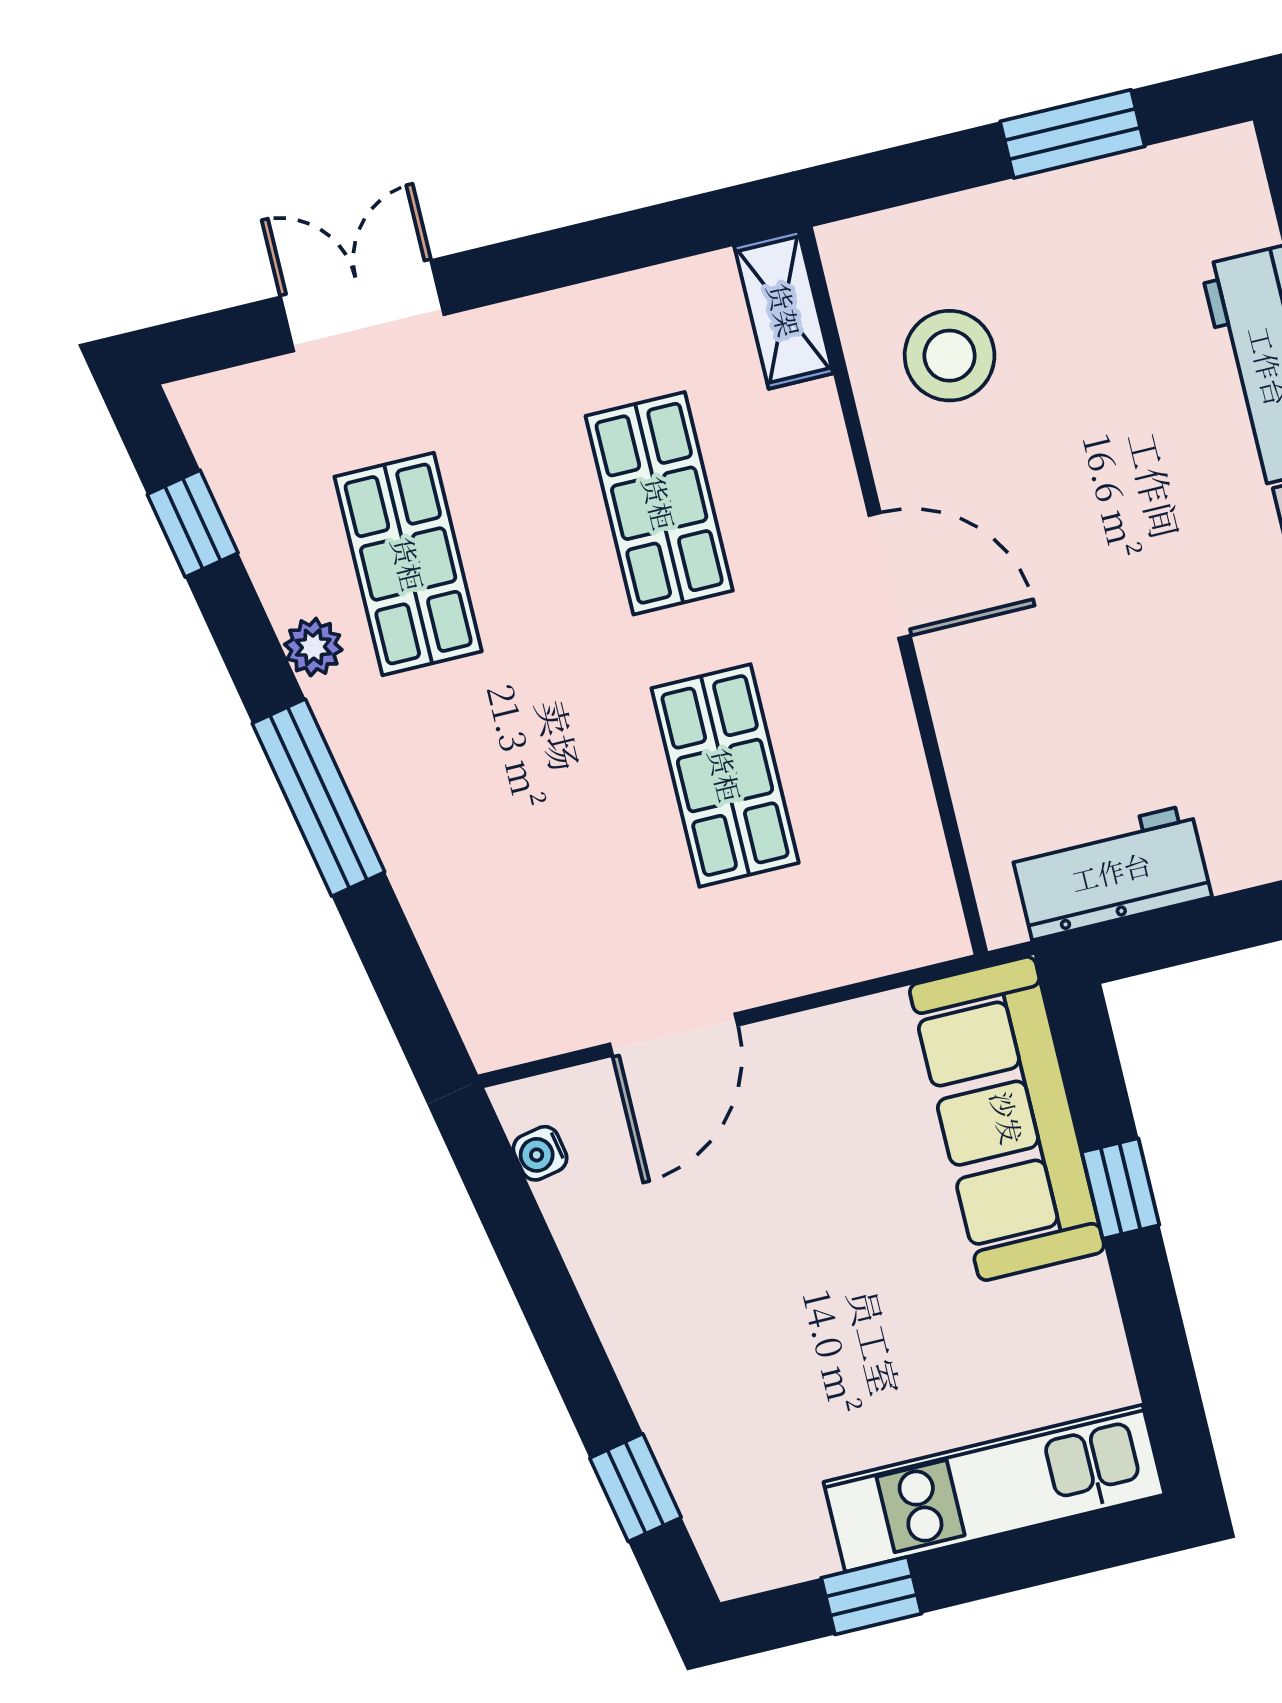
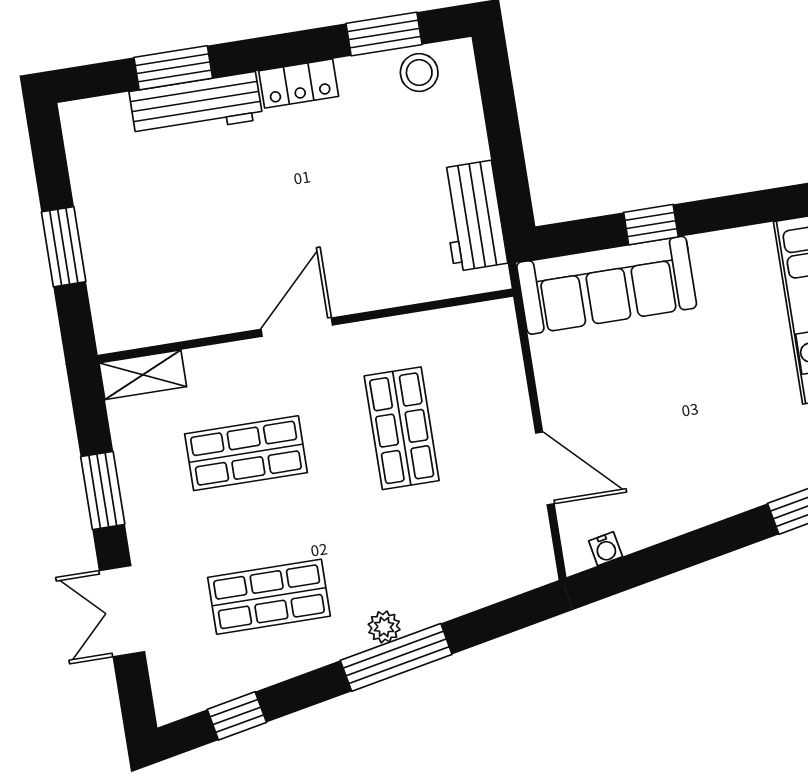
window: (1072, 134) -> (64, 247), moved
window: (573, 255) -> (103, 491), added
stool: (950, 356) -> (176, 284), removed
plant: (313, 647) -> (384, 627), moved
shop shelf: (725, 775) -> (402, 428), turned 90

